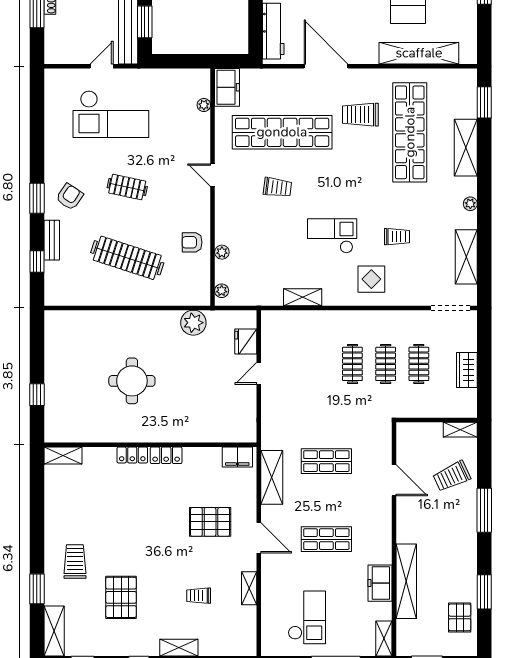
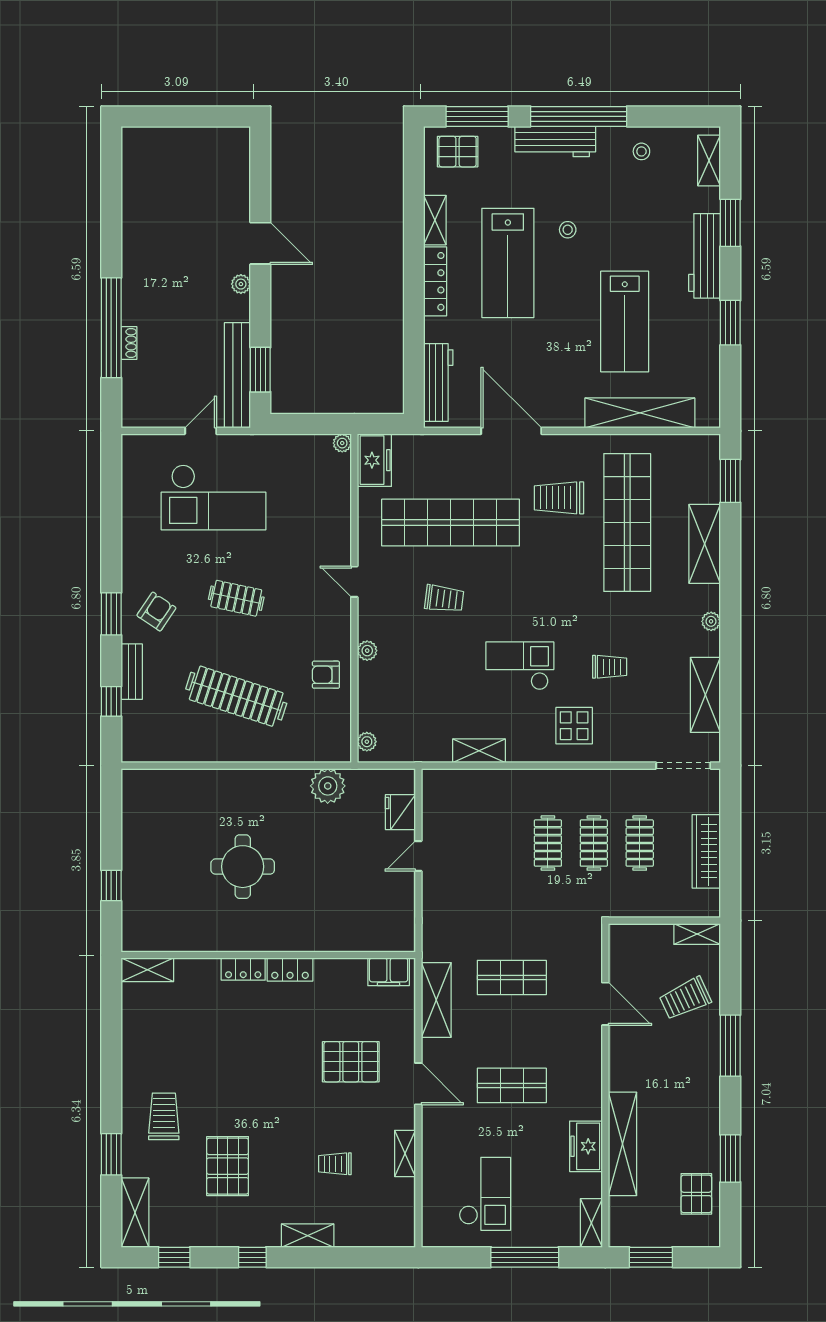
plant: (204, 105) -> (342, 443), moved
plant: (222, 252) -> (367, 651), moved
wardrobe: (467, 370) -> (706, 851), width x1.50

